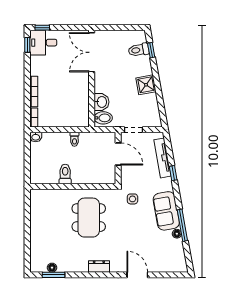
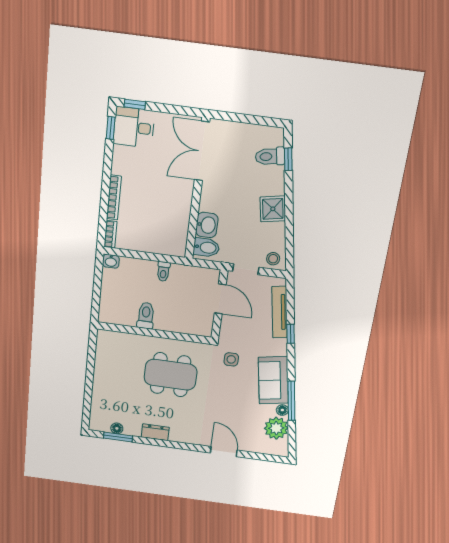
stool: (152, 120) -> (273, 259), added
dining table: (89, 218) -> (171, 375), turned 90
plant: (175, 249) -> (276, 428), added
dresser: (99, 266) -> (155, 432), moved

